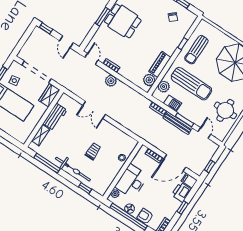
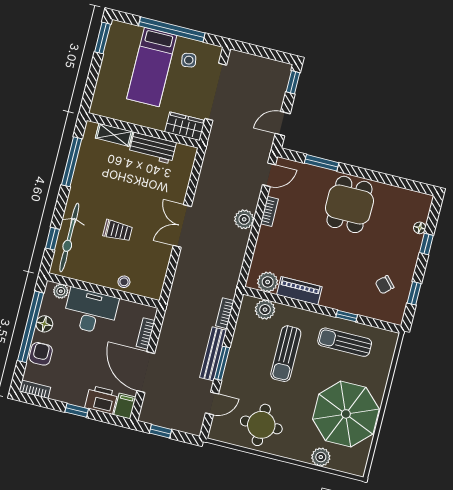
window: (103, 17) -> (322, 163), moved
sun lounger: (191, 84) -> (286, 354), width x0.73, depth x0.75
barbecue: (173, 103) -> (243, 334), removed
double door: (94, 110) -> (182, 226), moved
bicycle: (73, 169) -> (69, 237), moved

